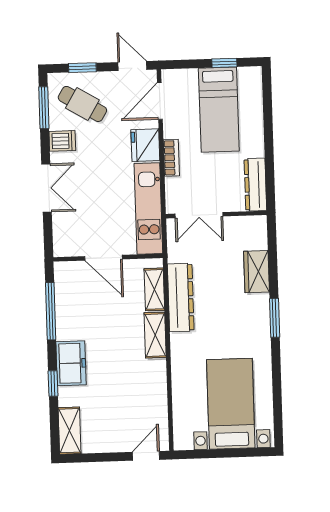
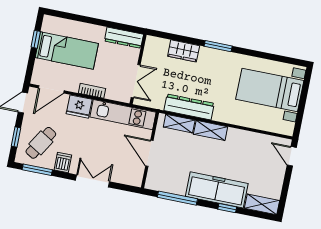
door: (160, 101) -> (51, 89), hinge flipped
door: (104, 258) -> (149, 153), swing flipped
freezer: (71, 363) -> (217, 190), width x1.91, depth x1.26

